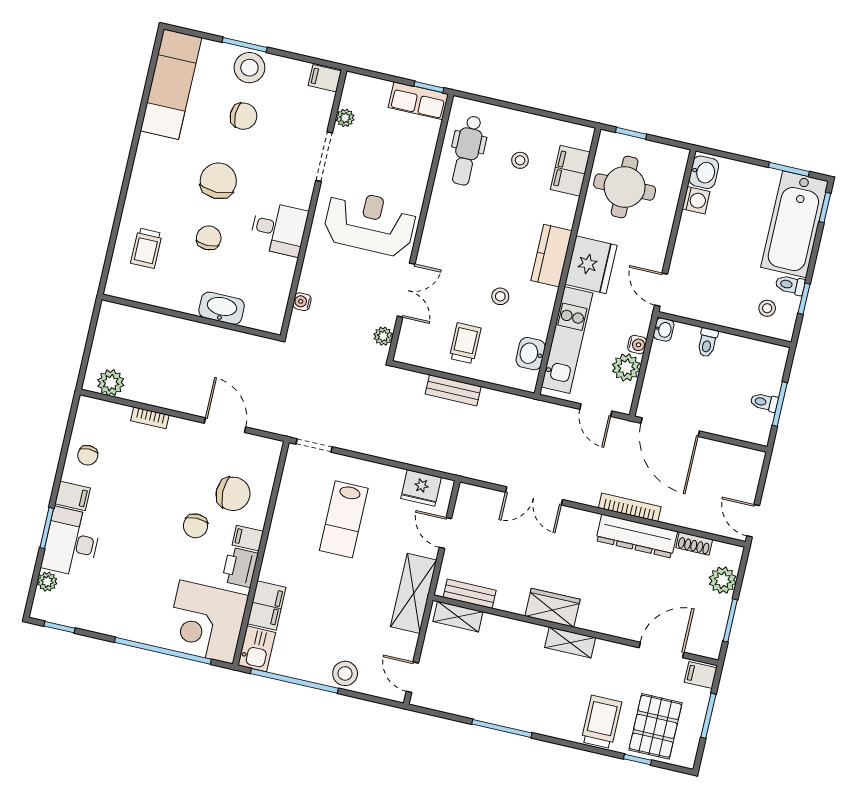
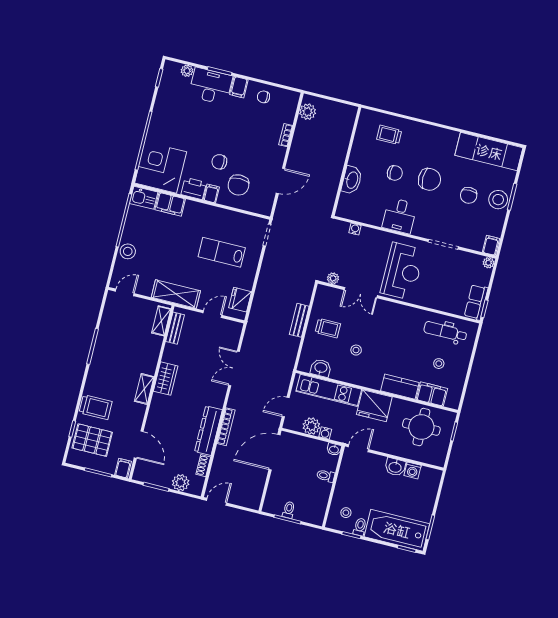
plant: (345, 118) -> (488, 263), moved
washbasin: (704, 172) -> (395, 467), moved
kitchen counter: (552, 256) -> (400, 387), moved

